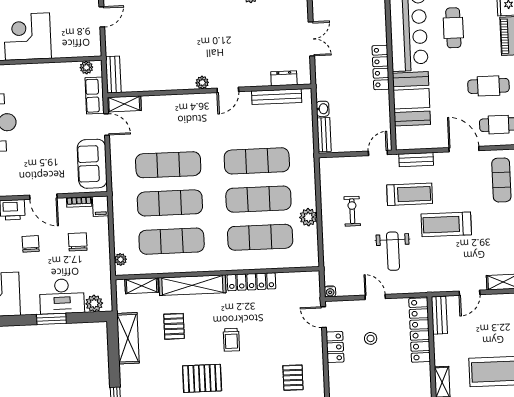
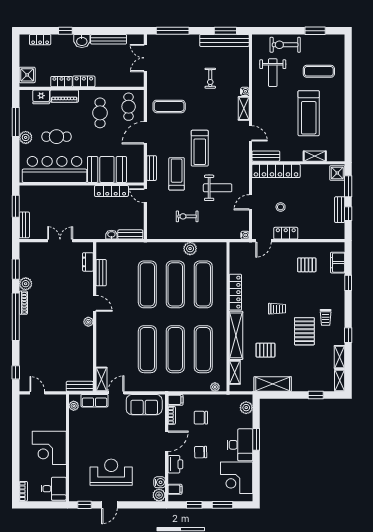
locker: (381, 67) -> (111, 191), moved
bench: (277, 97) -> (101, 273), width x0.73
desk: (62, 296) -> (240, 445), moved

